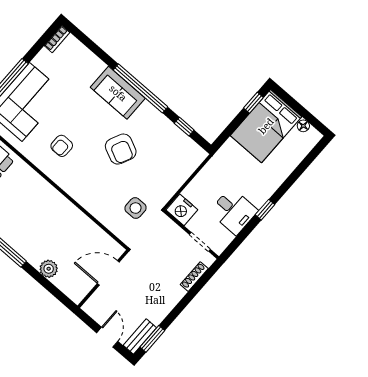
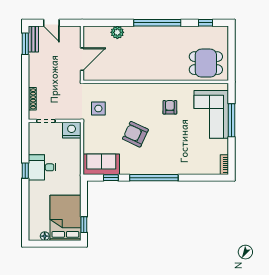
sofa: (118, 93) -> (101, 164), moved
desk: (234, 211) -> (42, 167), moved

